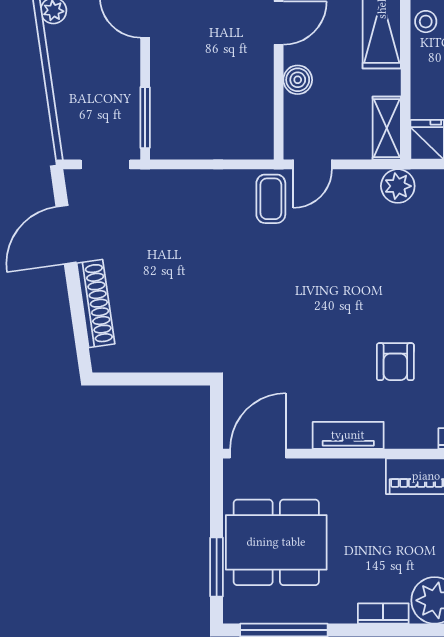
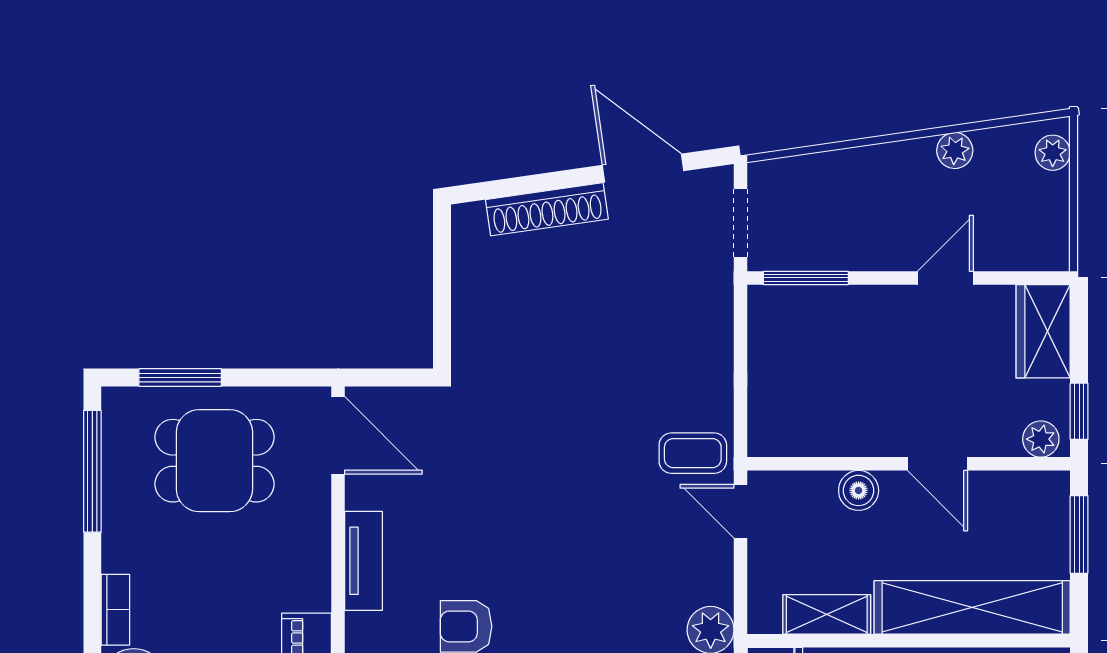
shelving: (387, 128) -> (827, 614), moved
dining table: (276, 542) -> (214, 461), width x0.73

